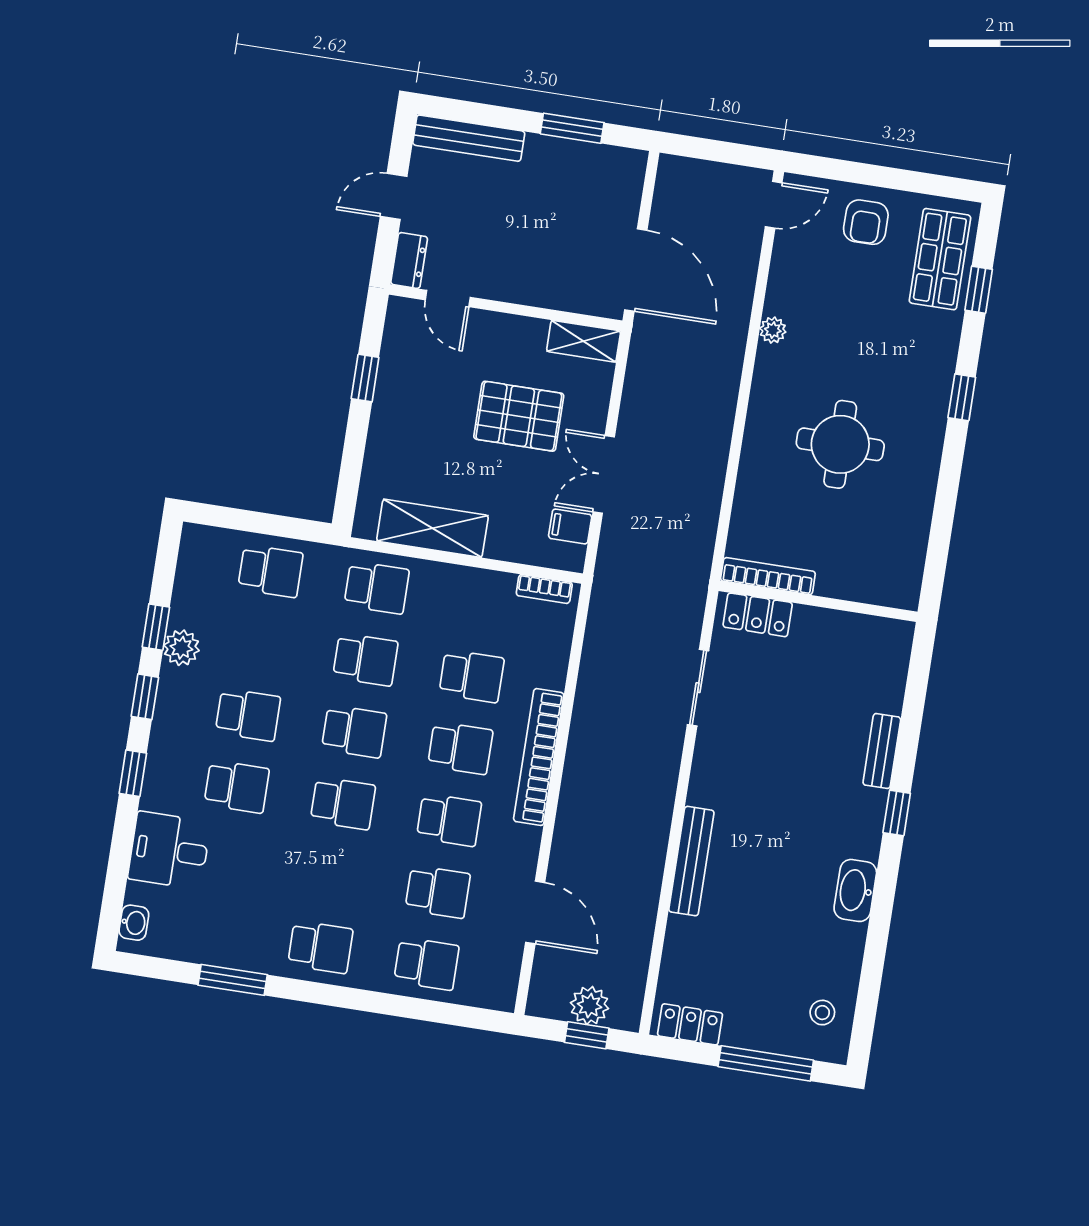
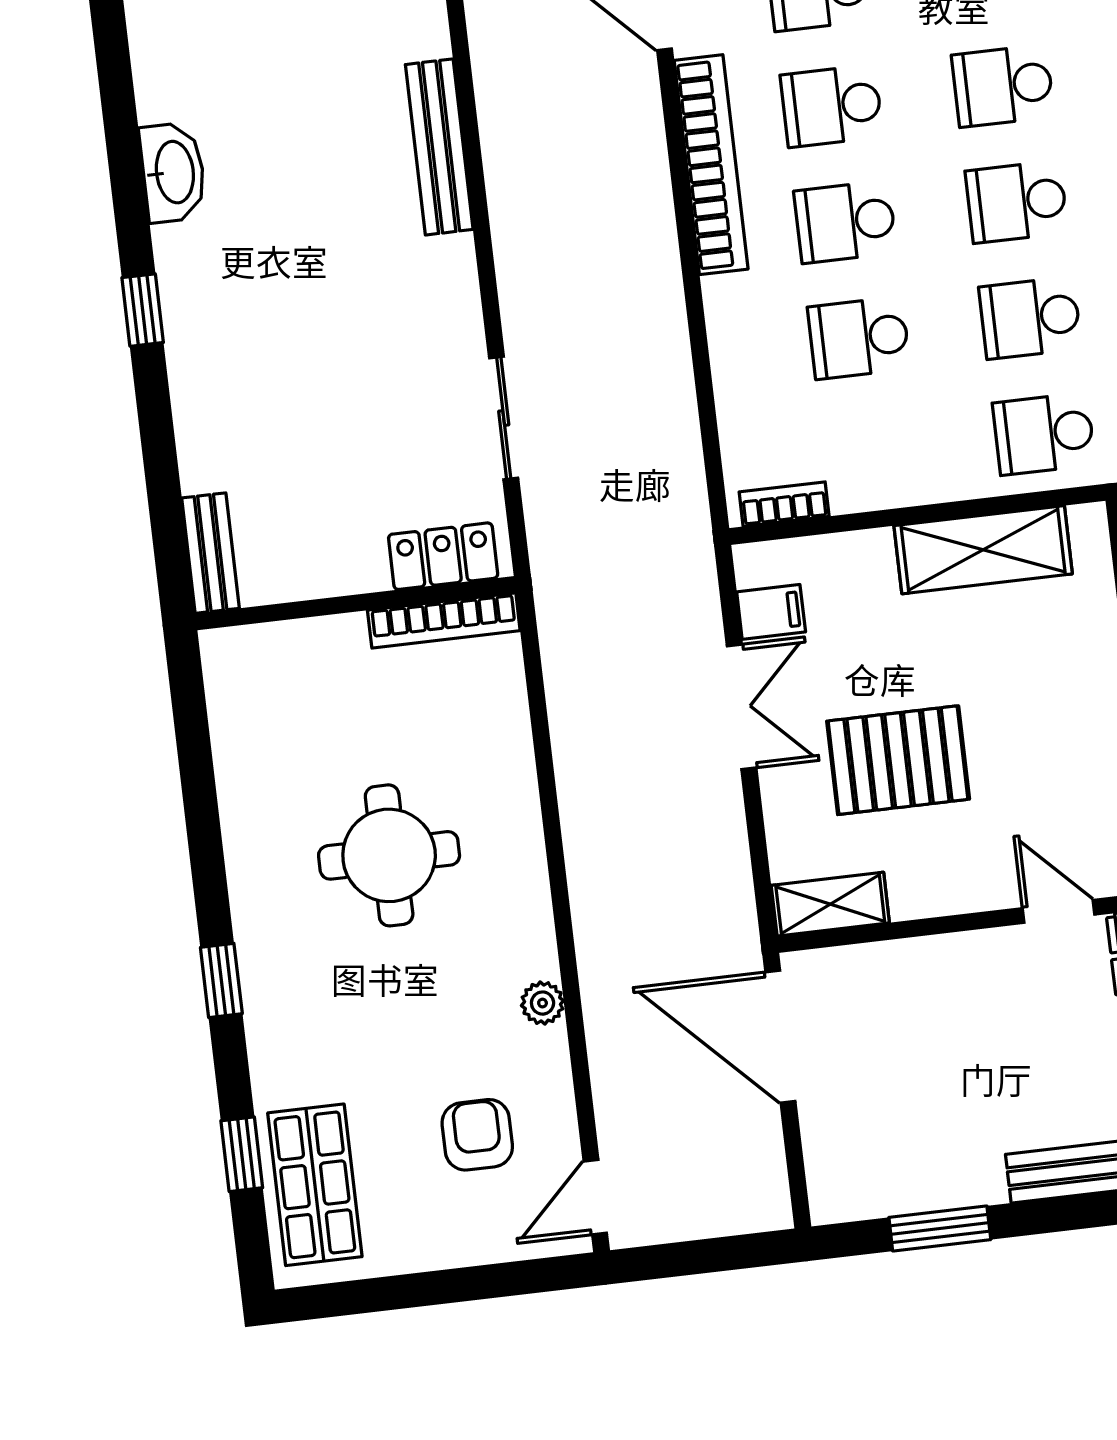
armchair: (866, 222) -> (477, 1135), moved
bench: (882, 751) -> (211, 553), moved
bookcase: (539, 757) -> (711, 165), moved

